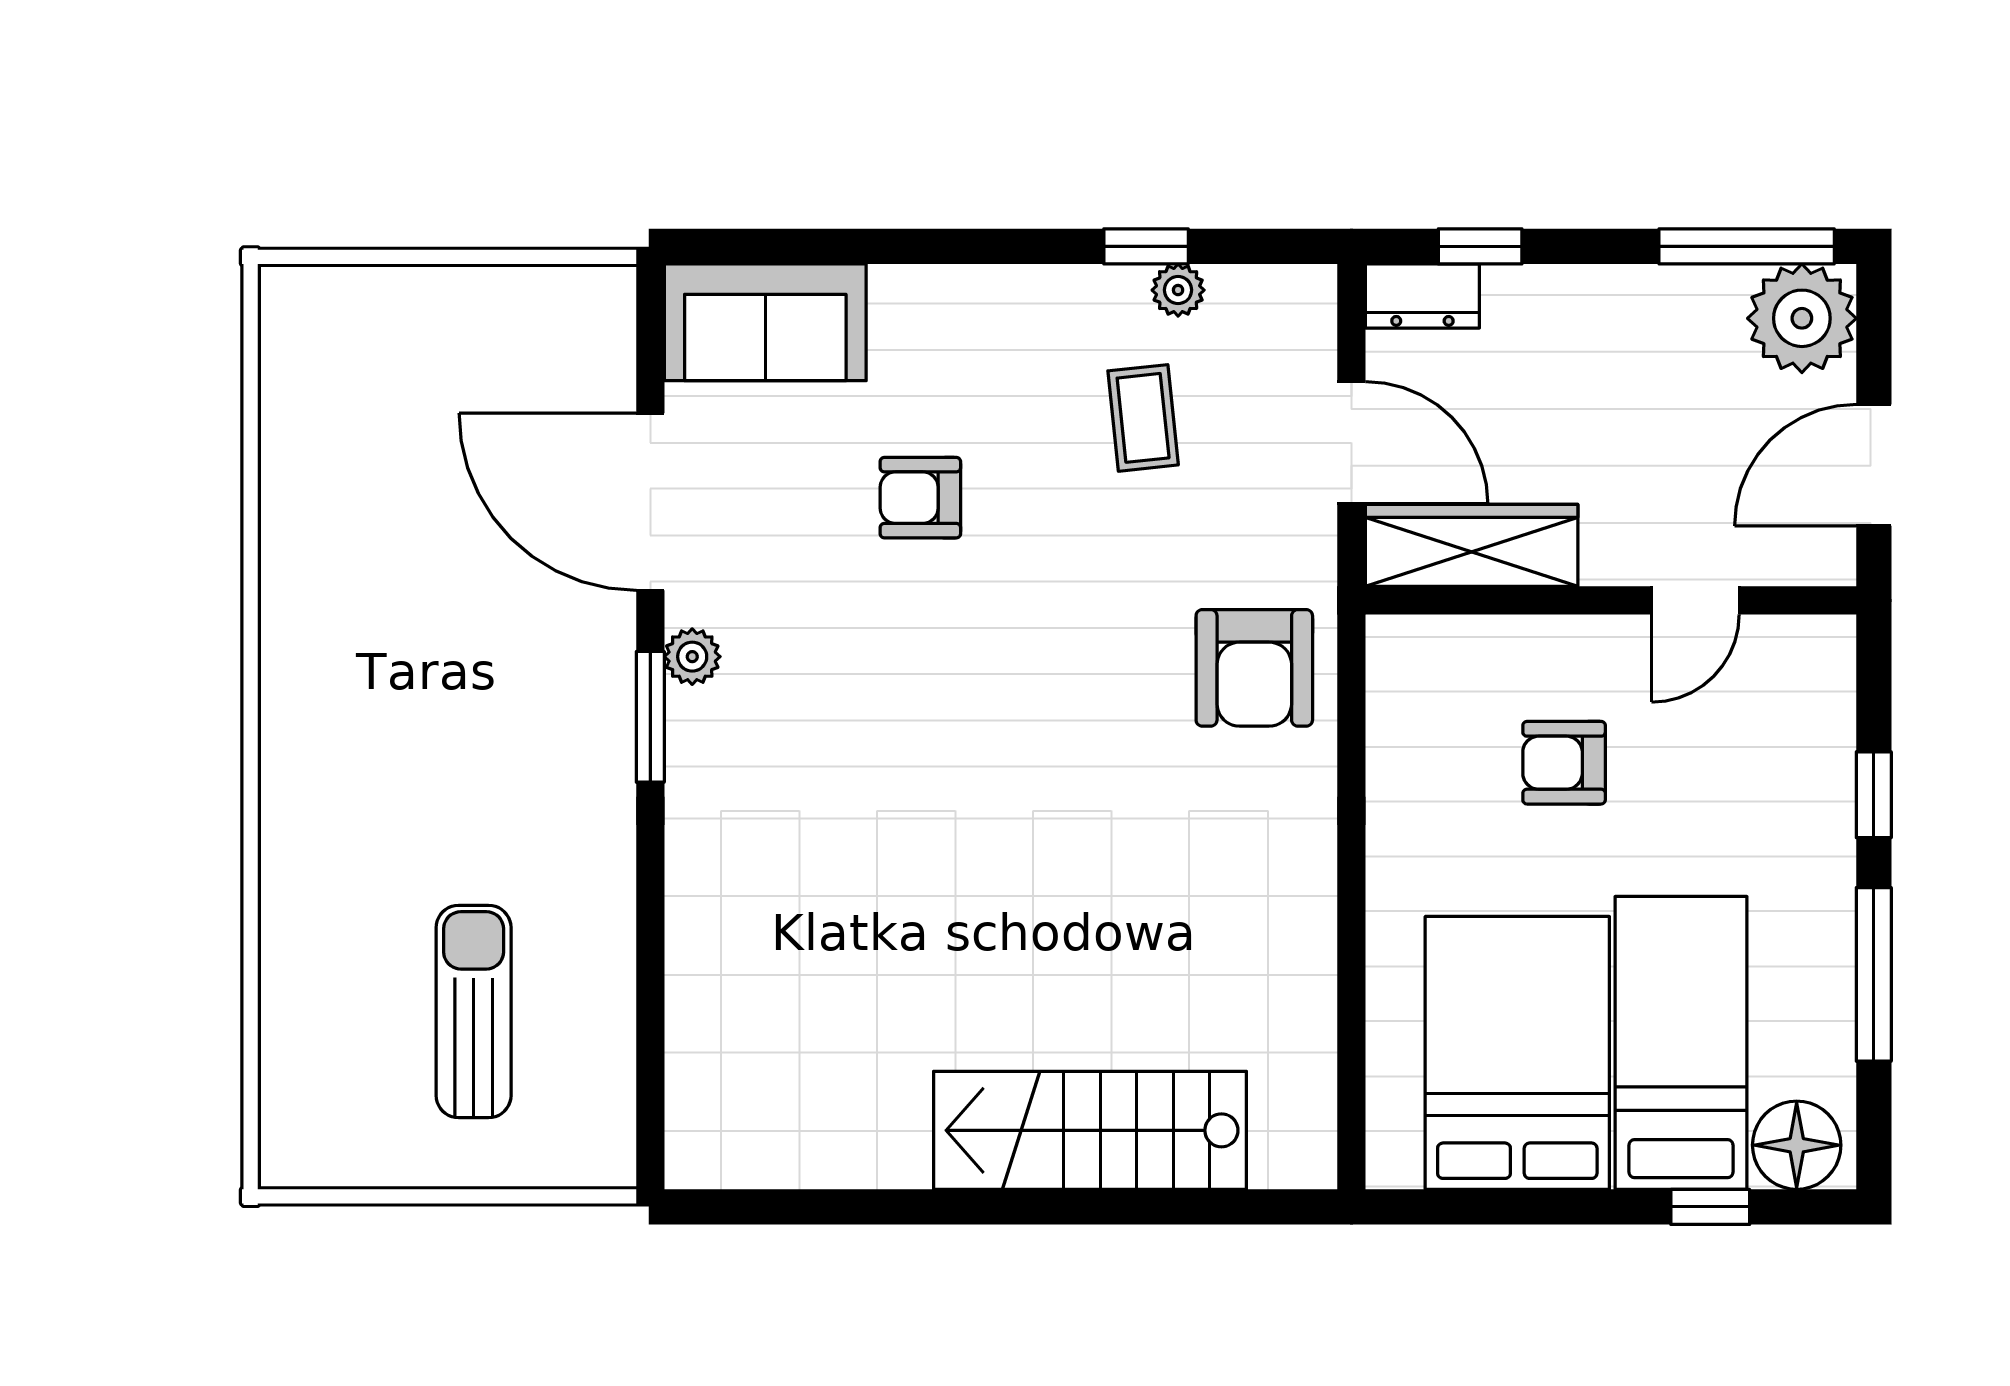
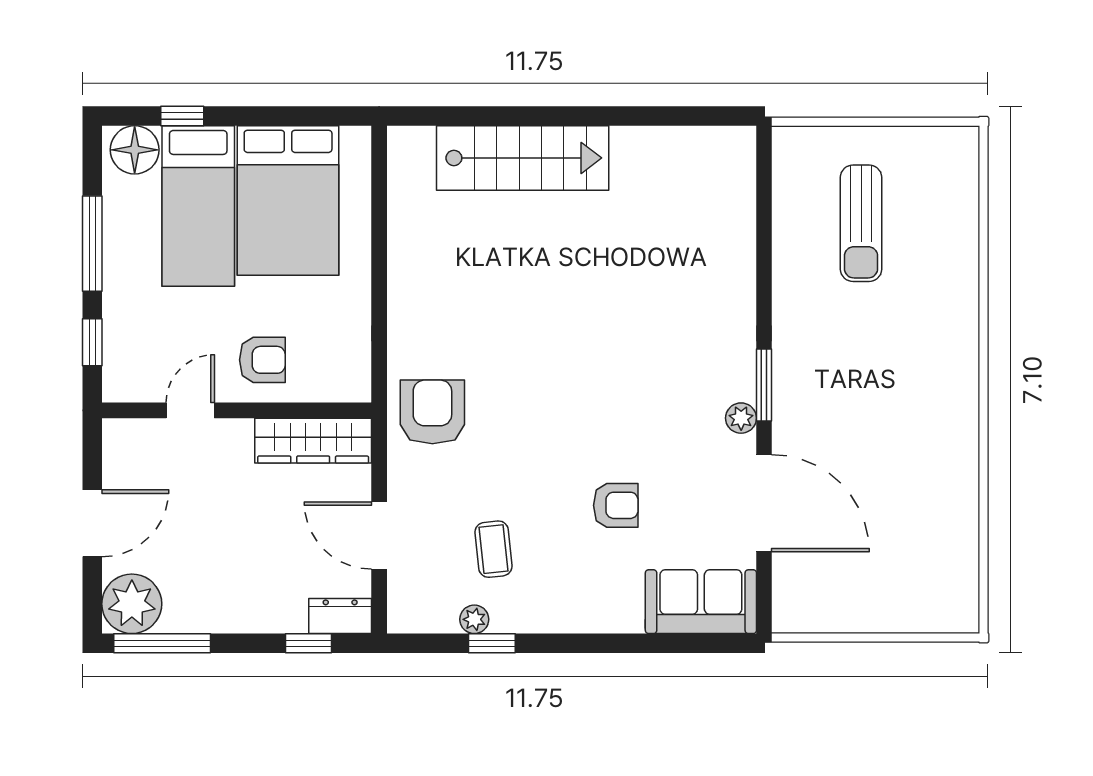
wardrobe: (1472, 545) -> (313, 441), moved
wall: (1611, 600) -> (237, 410), moved
door: (1695, 600) -> (190, 410), moved

